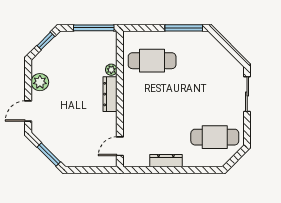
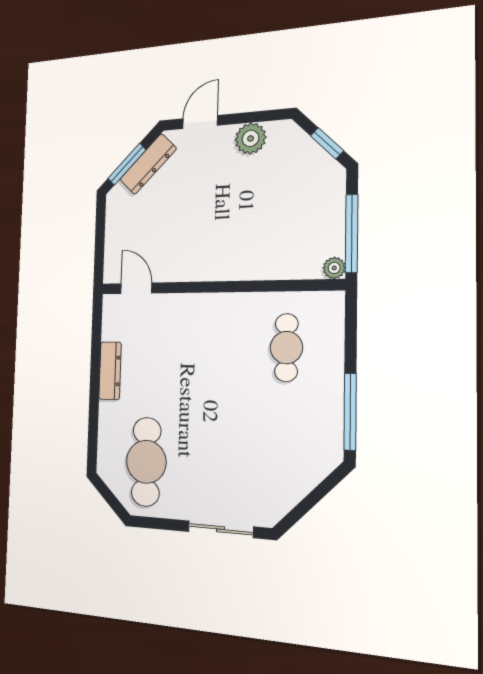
cafe table: (152, 61) -> (286, 348), width x0.73, depth x0.74
plant: (111, 70) -> (334, 268), moved
dresser: (110, 94) -> (148, 164), moved, turned 135
door: (28, 111) -> (200, 122), hinge flipped

